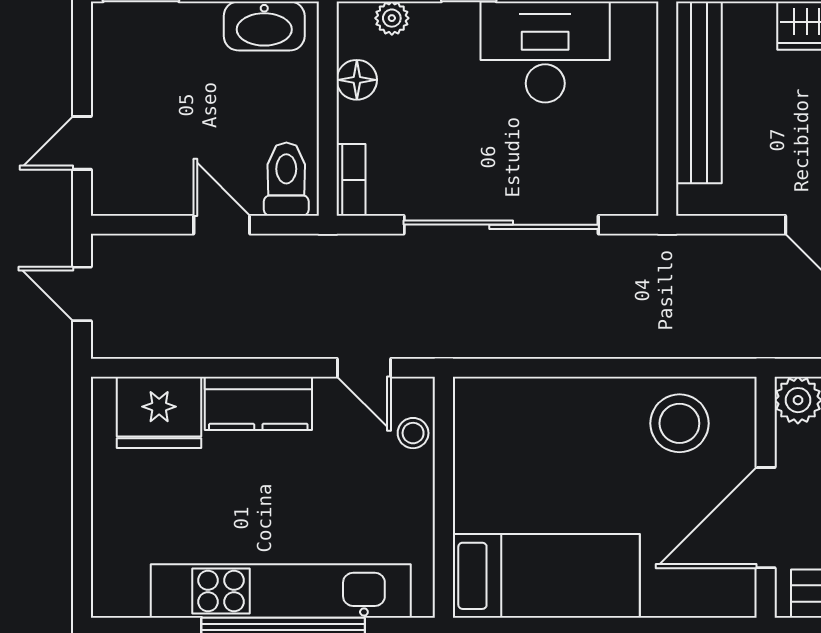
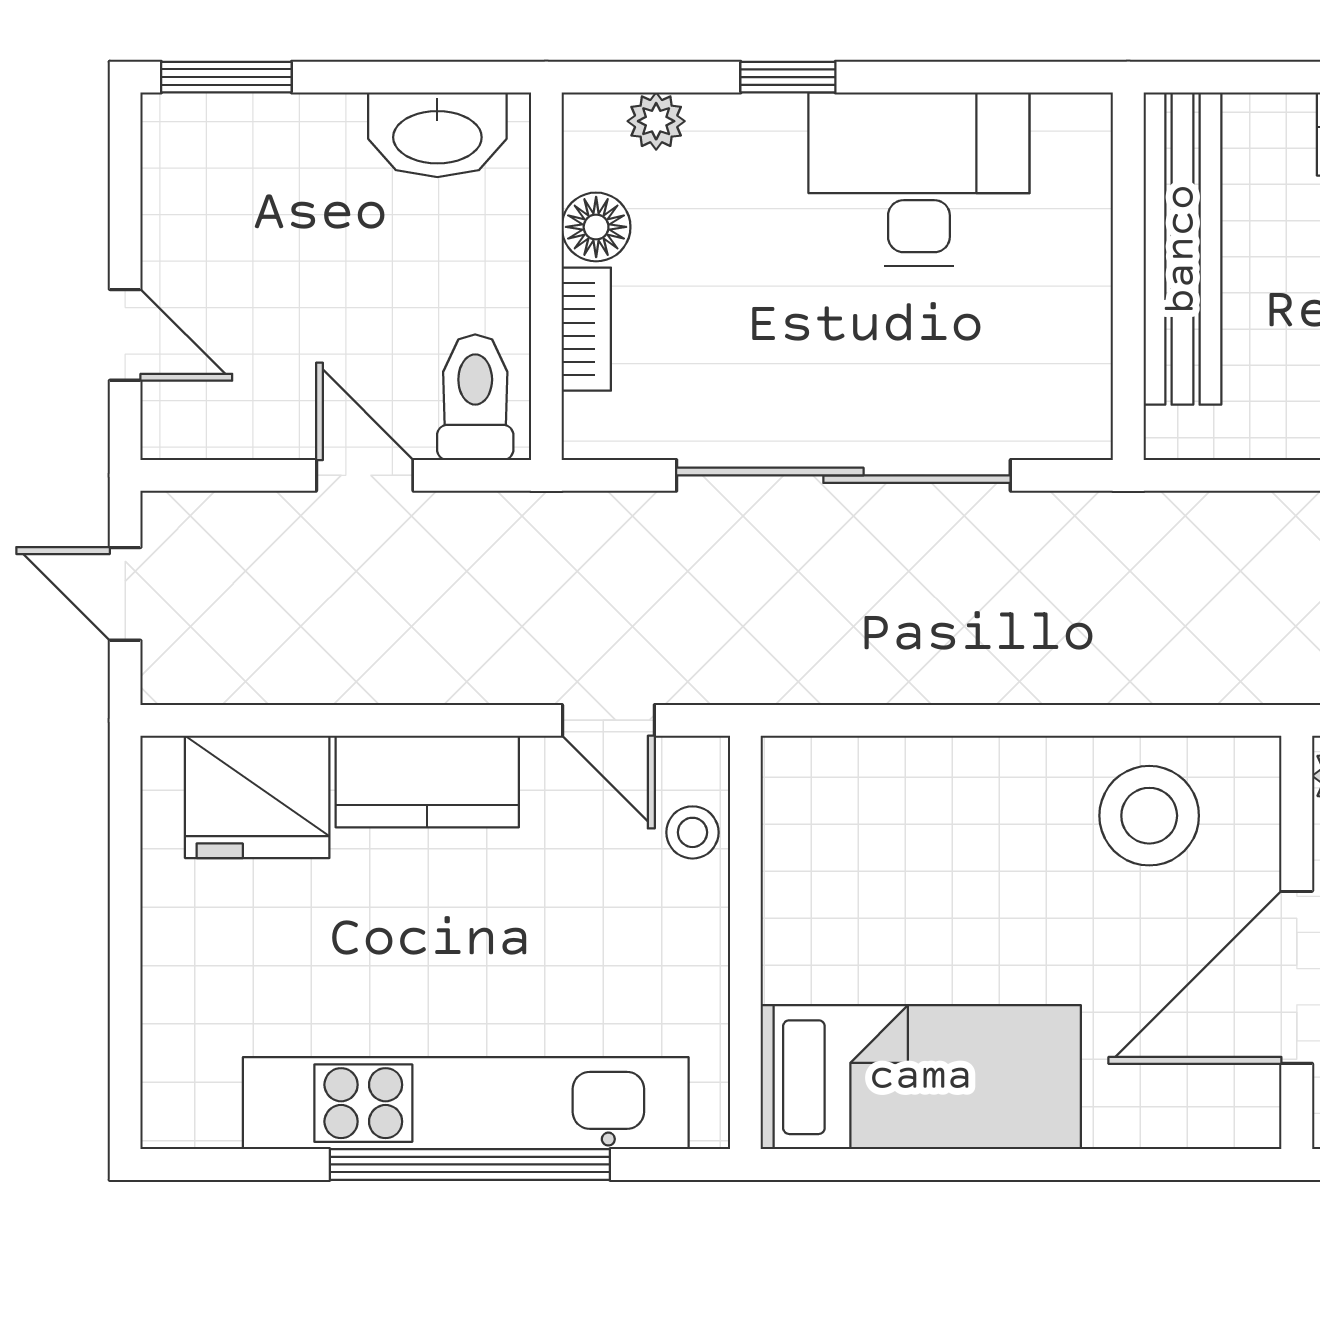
door: (82, 143) -> (125, 335), swing flipped
bookcase: (351, 180) -> (586, 329), moved

